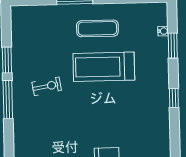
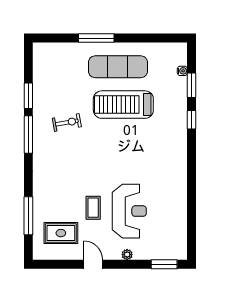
exercise mat: (97, 28) -> (118, 67), width x1.36, depth x1.45
window: (174, 98) -> (191, 120), moved

